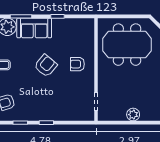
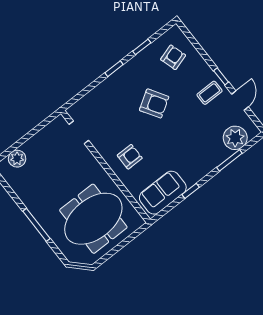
sofa: (34, 28) -> (163, 193), moved
armchair: (46, 66) -> (154, 103), moved, turned -72
plant: (133, 115) -> (17, 159), moved

